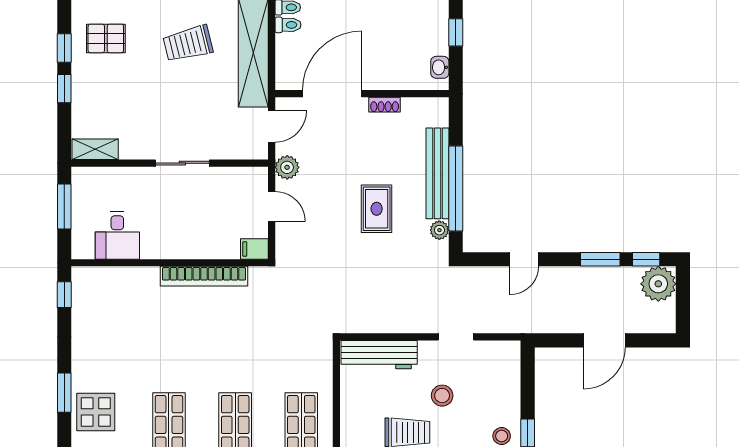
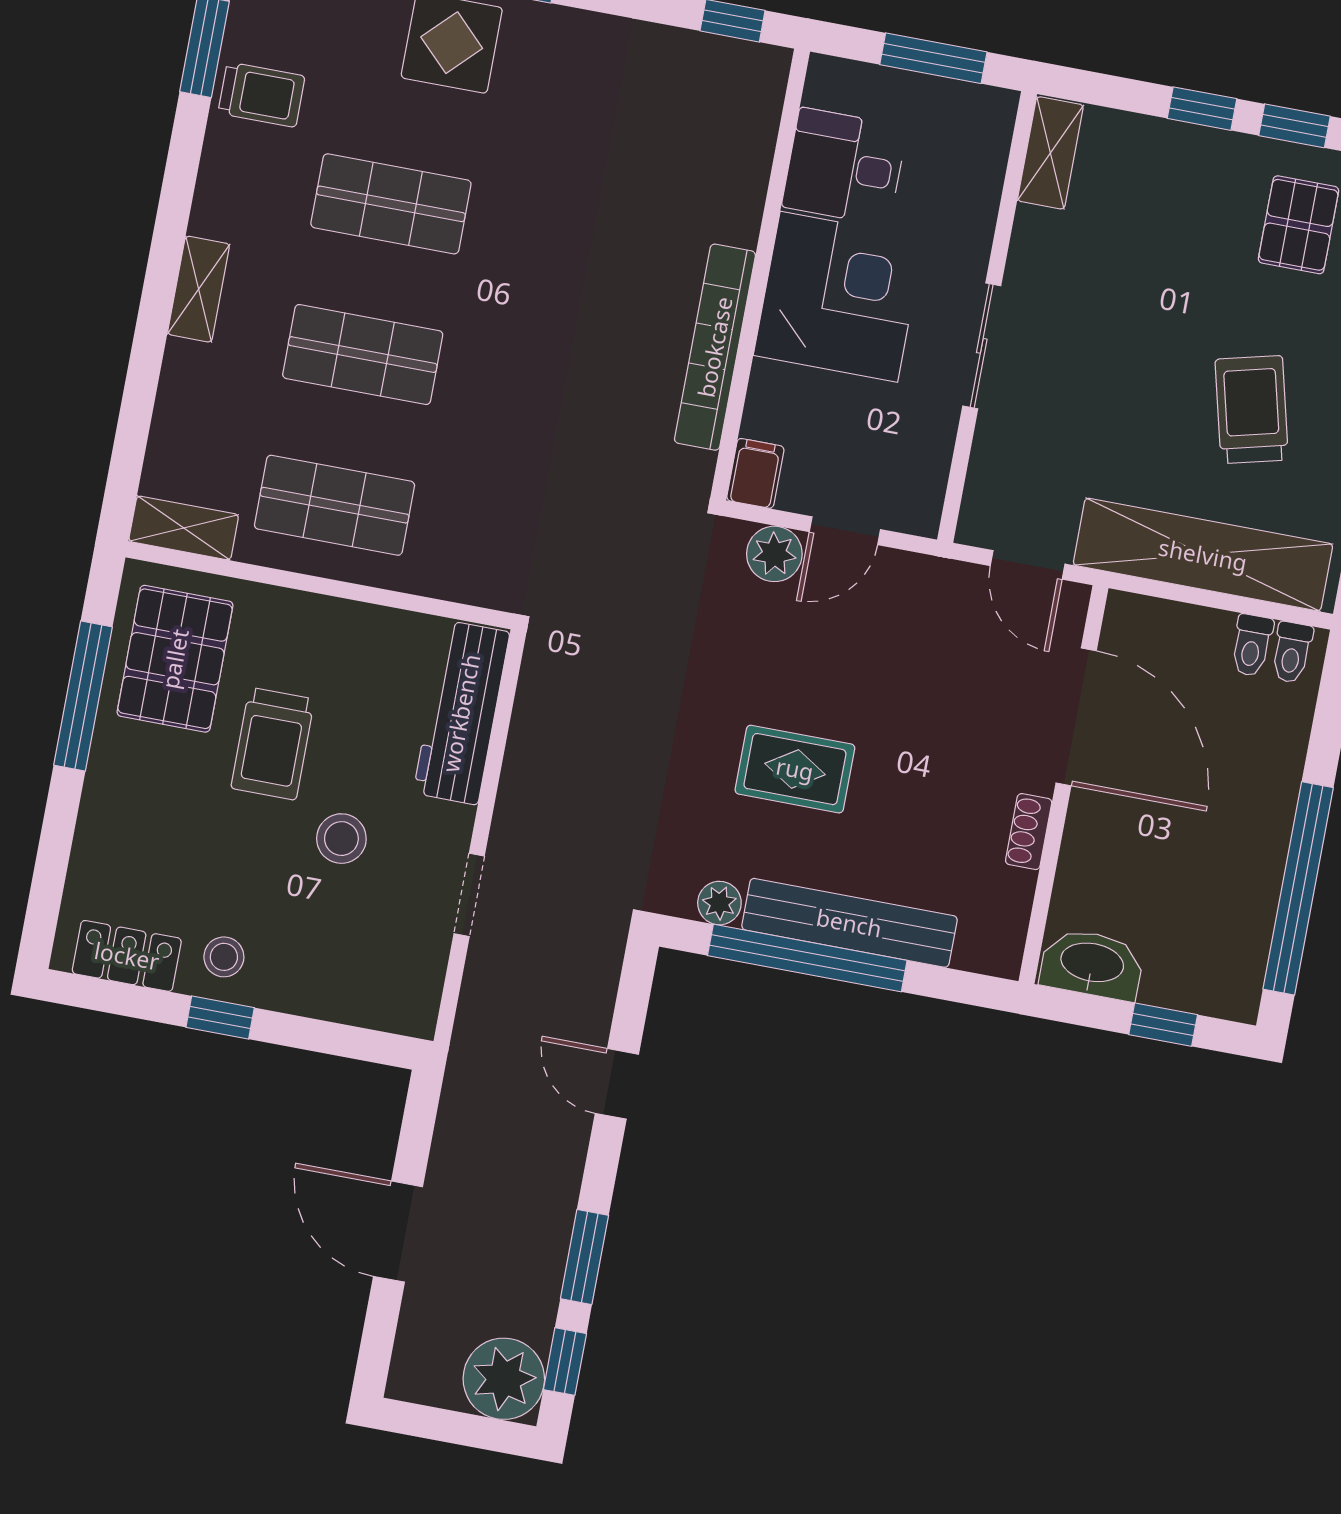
washbasin: (440, 67) -> (1092, 964), width x1.91, depth x1.45
plant: (287, 167) -> (774, 554), moved
corner desk: (173, 228) -> (839, 297), added

